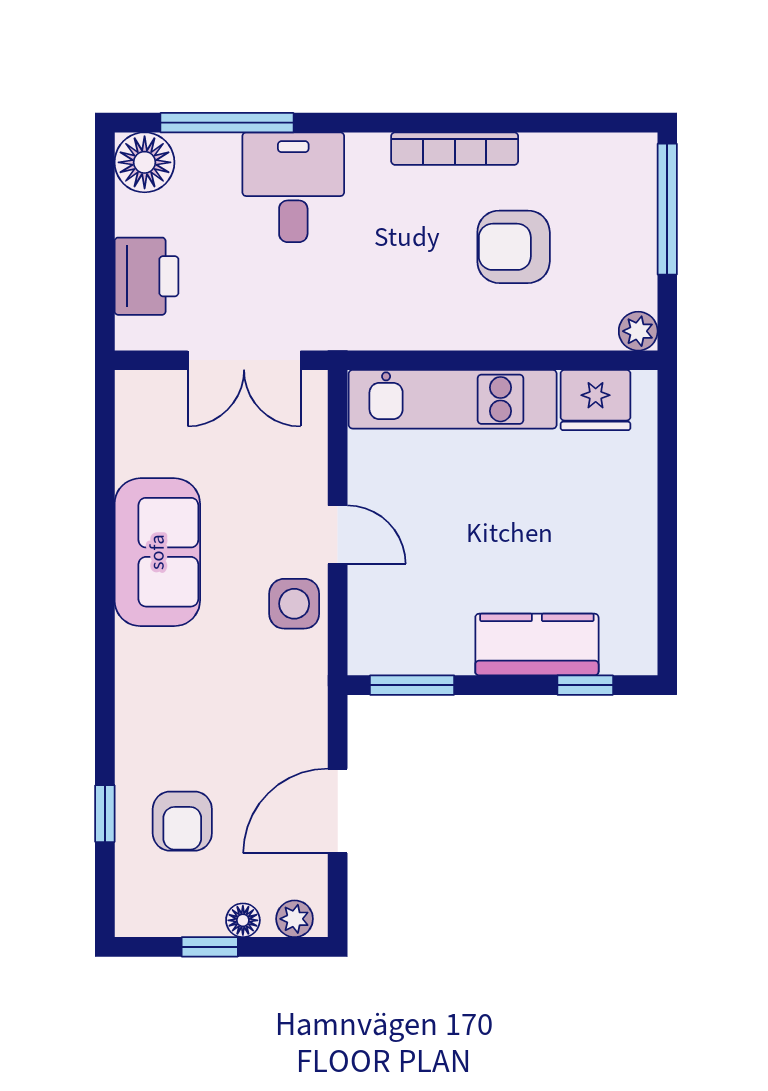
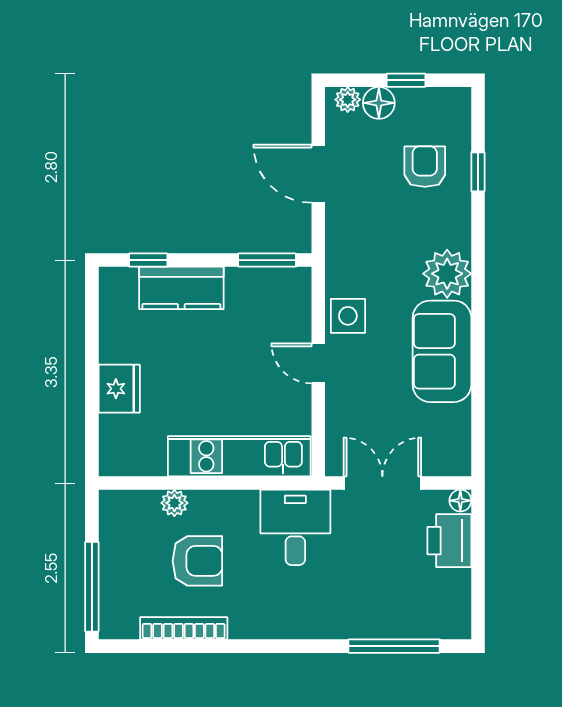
bookcase: (455, 149) -> (184, 628), moved
floor lamp: (145, 162) -> (460, 501), moved, width x0.53, depth x0.53
desk: (293, 187) -> (295, 527), moved, turned 180
plant: (638, 331) -> (174, 503), moved
fridge: (596, 400) -> (119, 389), moved, turned 90
plant: (150, 665) -> (447, 274), added
door: (338, 811) -> (318, 174), swing flipped
floor lamp: (243, 920) -> (379, 103), width x1.37, depth x1.37

